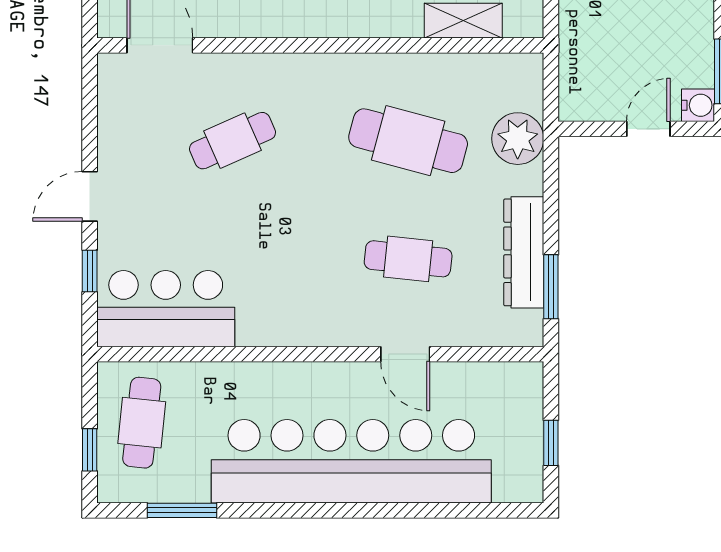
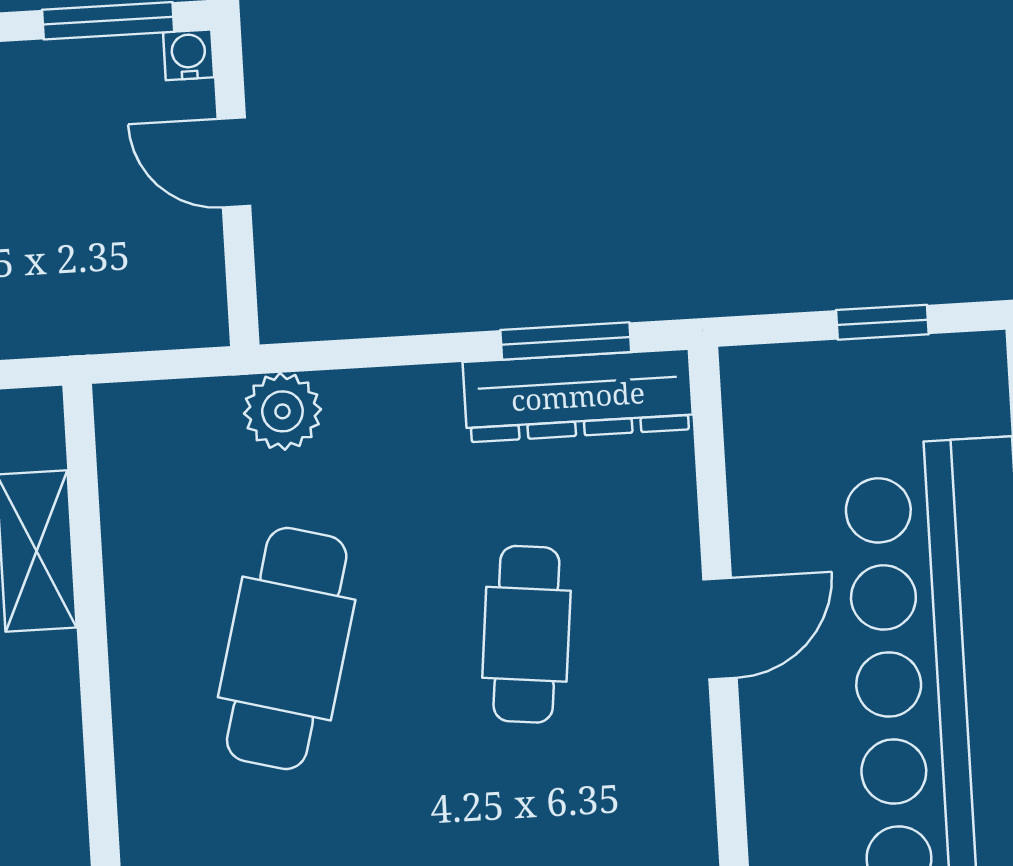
water cooler: (698, 105) -> (189, 55), width x0.72, depth x0.72
plant: (518, 139) -> (282, 411), width x0.73, depth x0.73
dresser: (524, 252) -> (578, 396), moved

